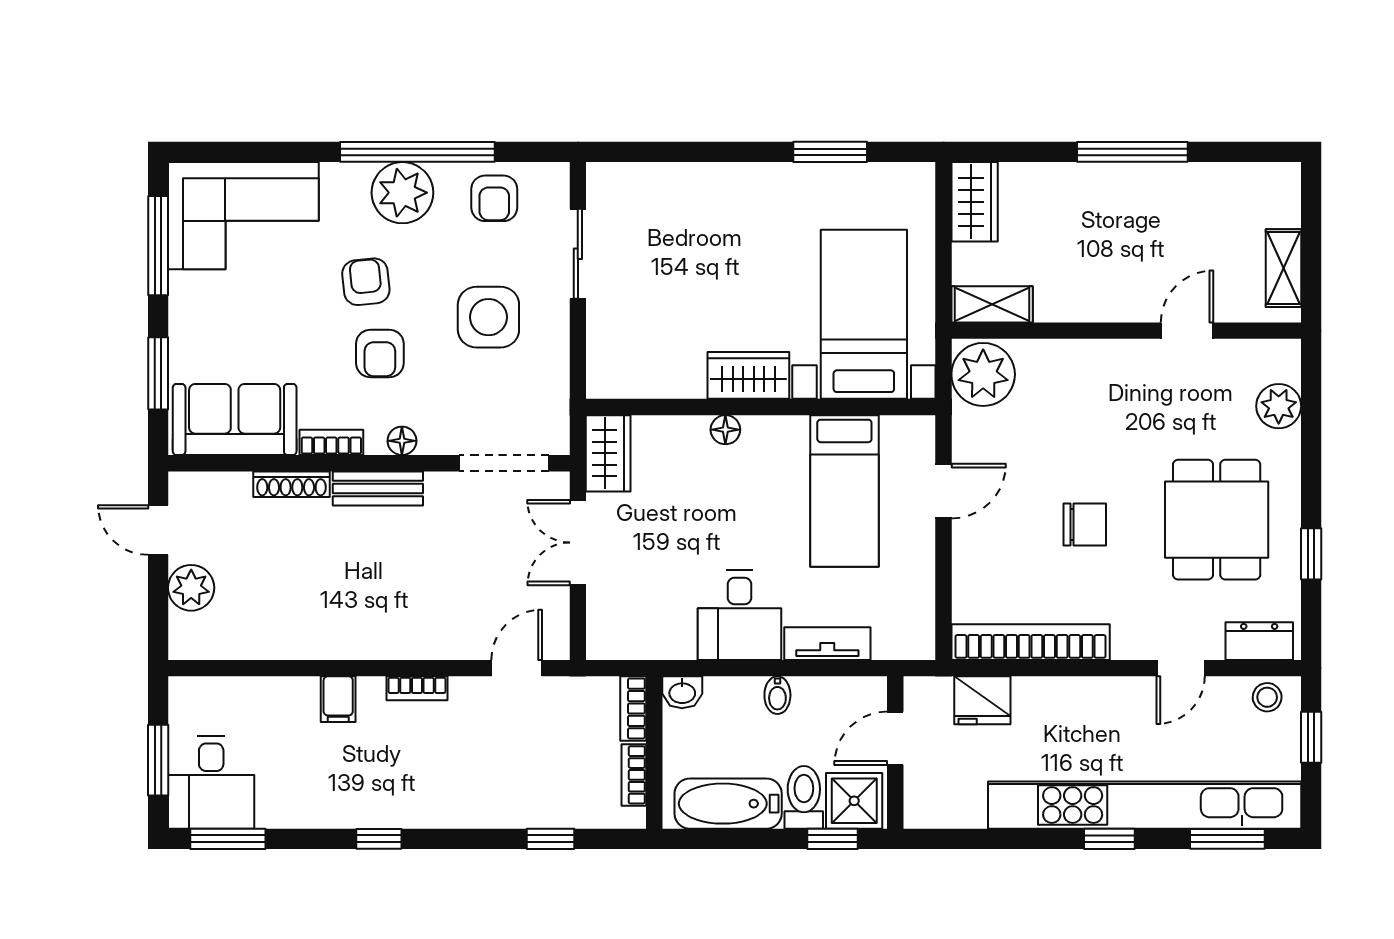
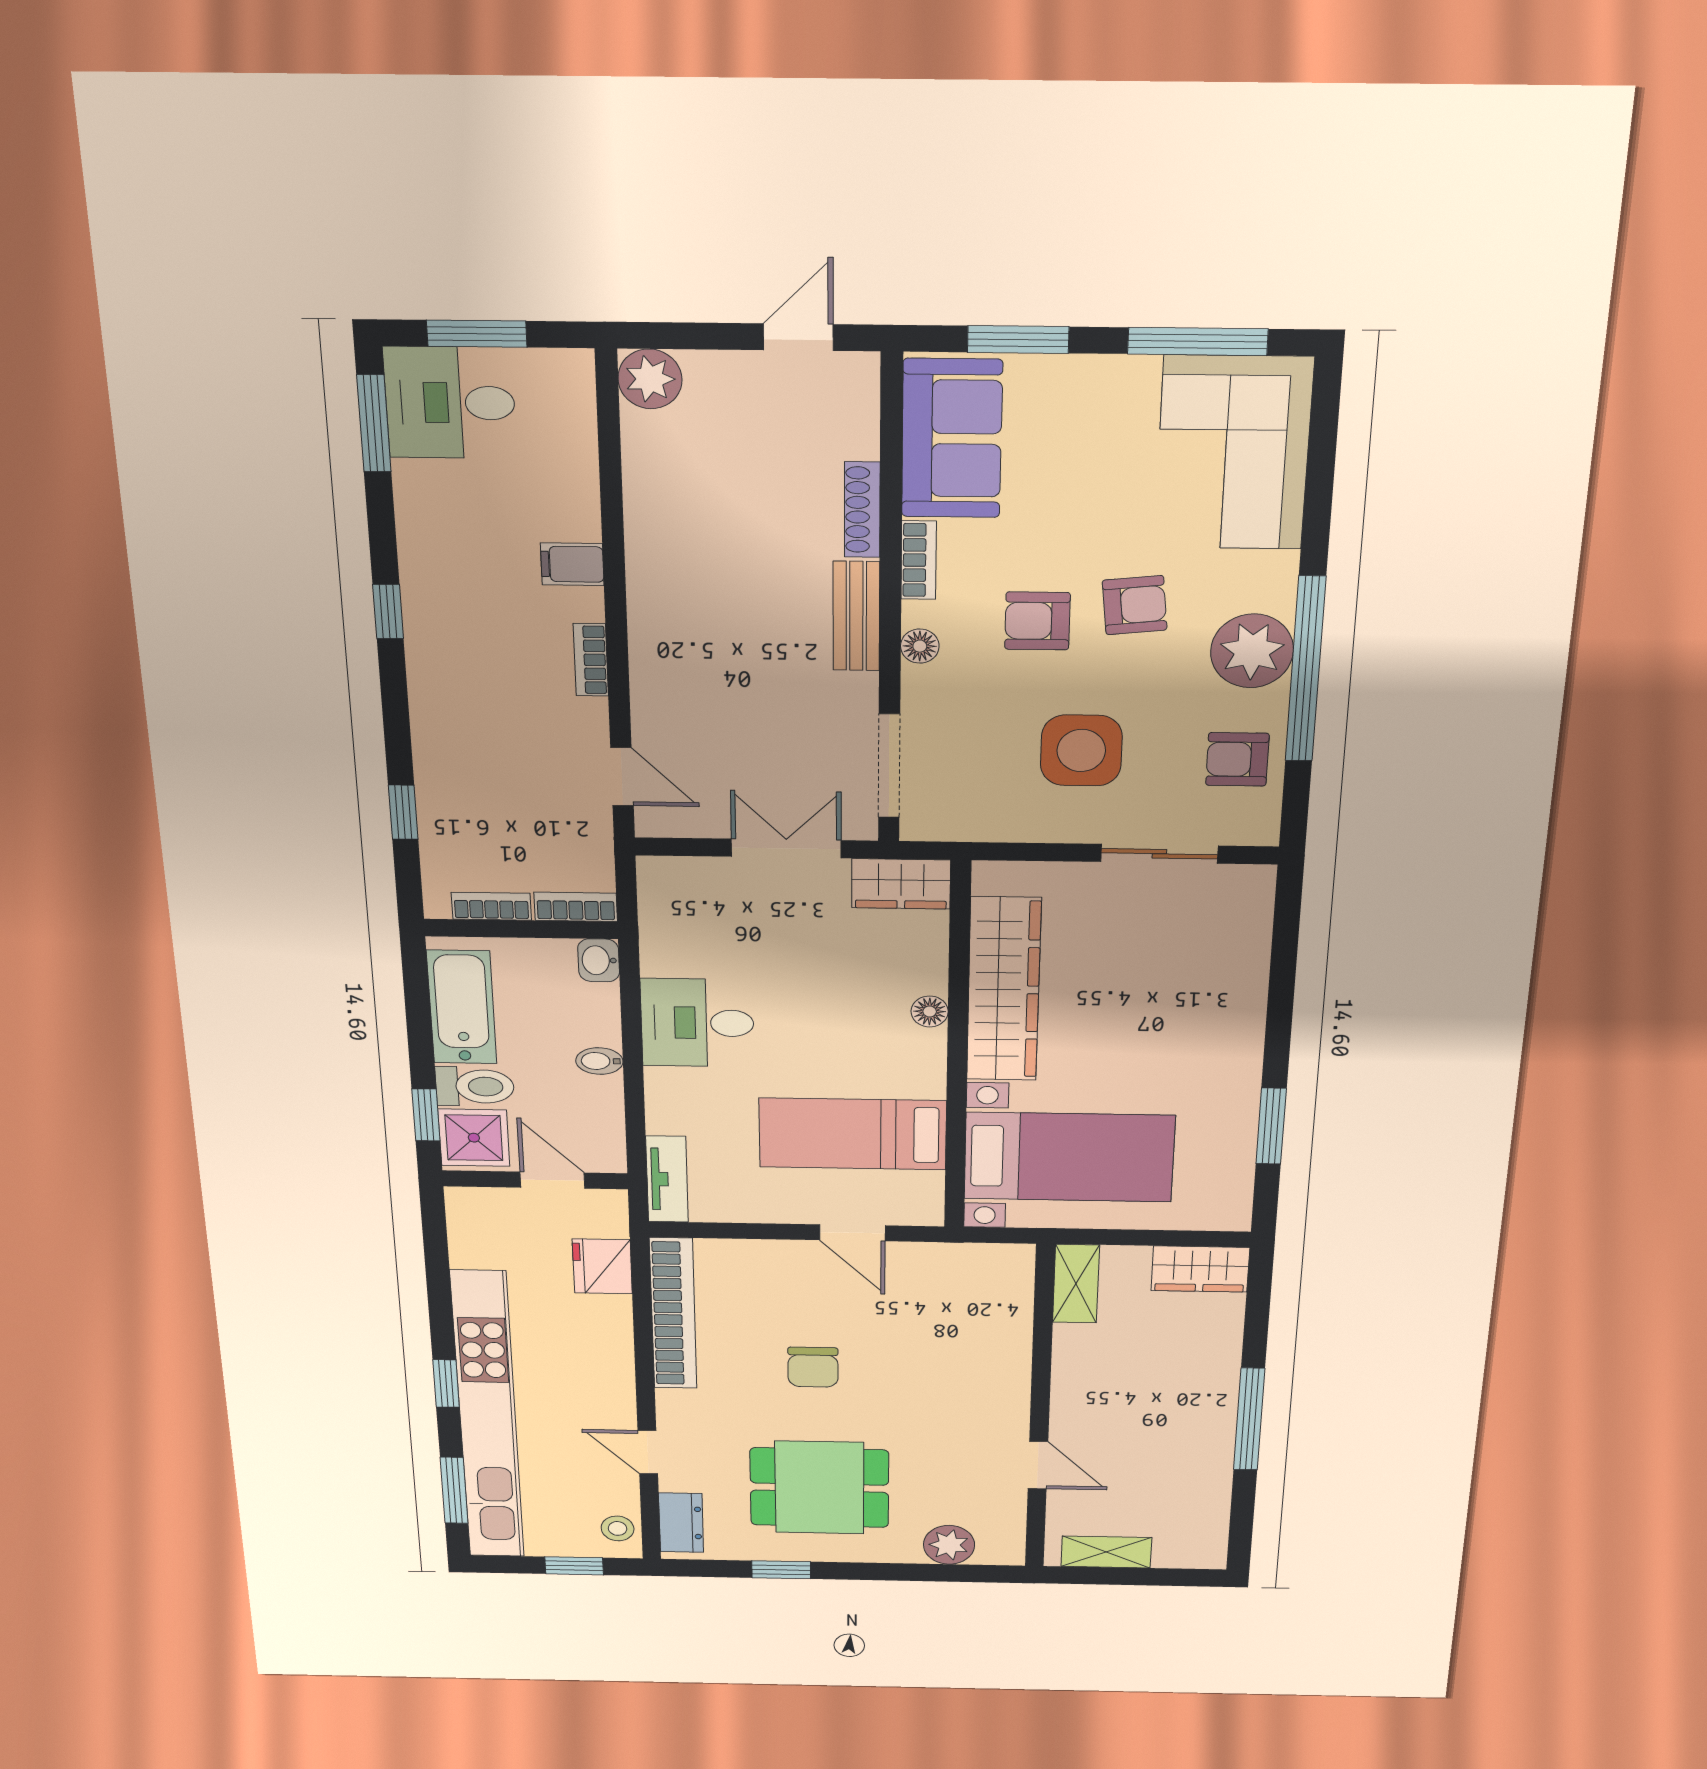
plant: (983, 374) -> (992, 1274), removed
wardrobe: (748, 375) -> (1004, 989), width x2.10, depth x1.17
plant: (191, 588) -> (650, 379), moved
tv unit: (827, 644) -> (667, 1179), moved

